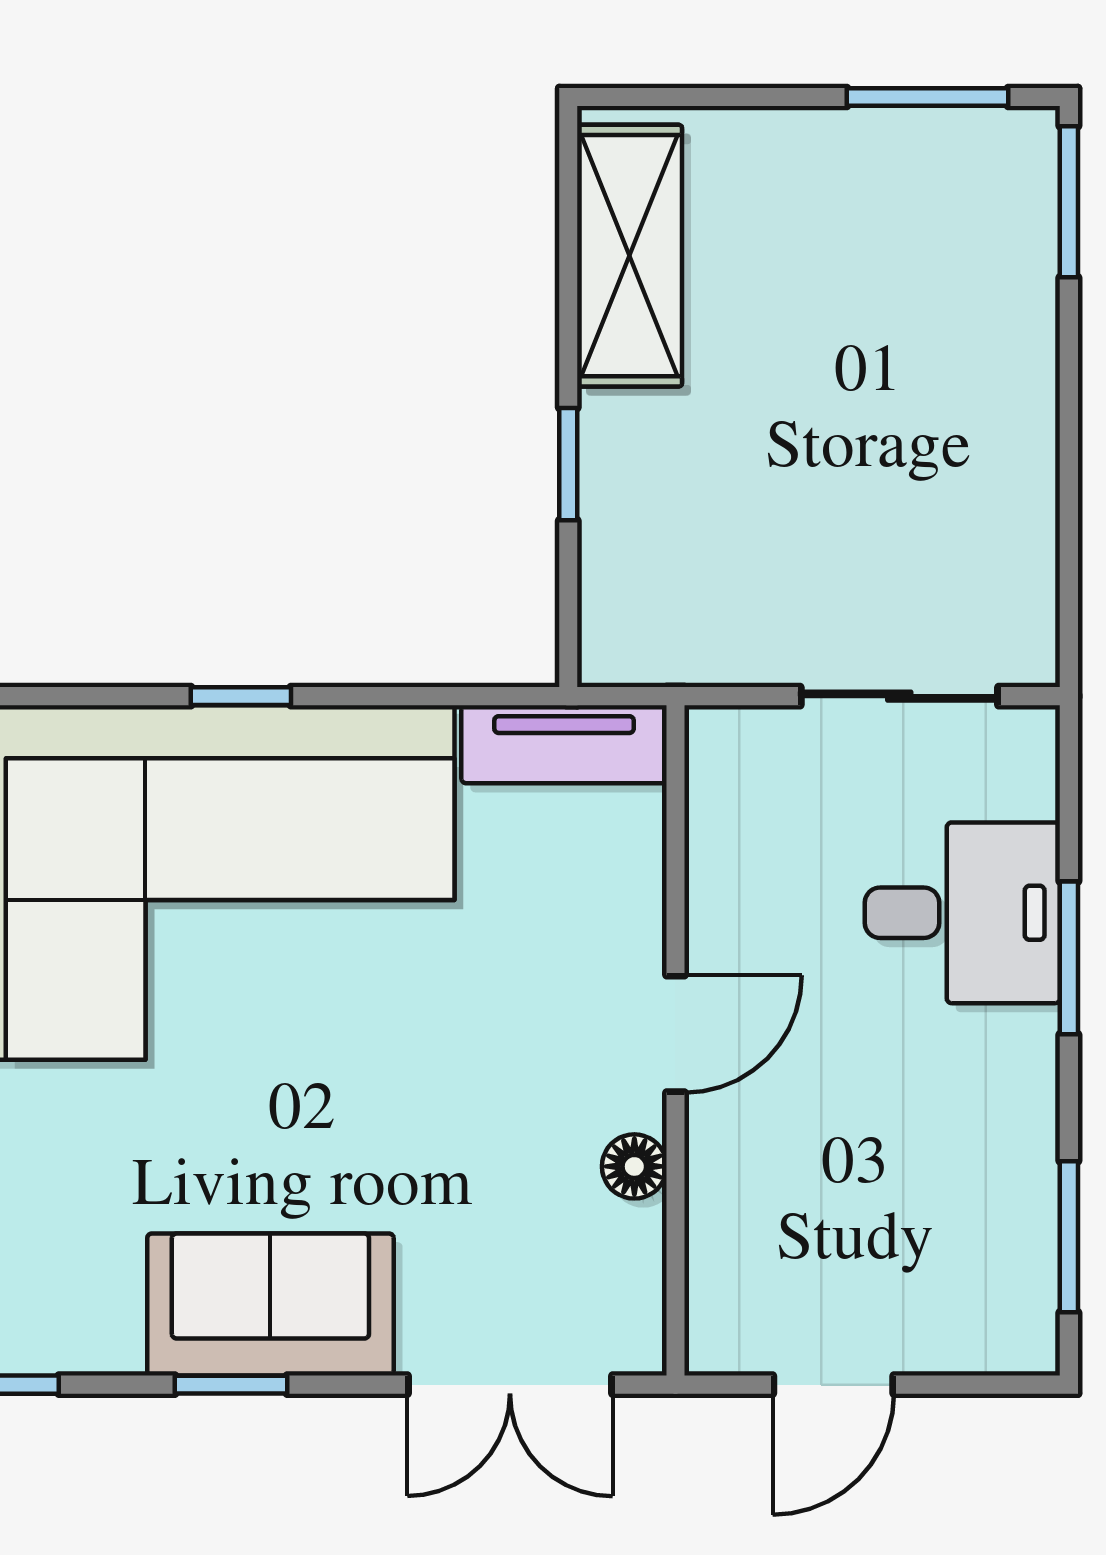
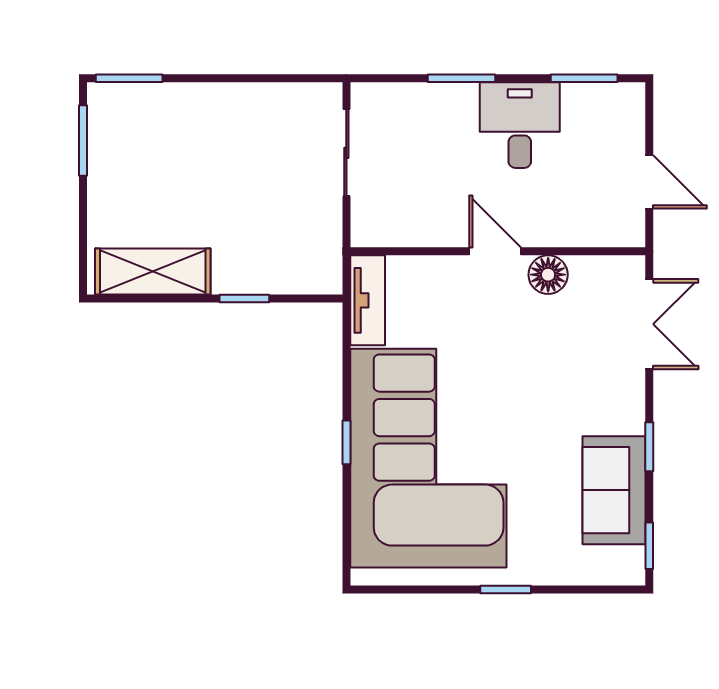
desk: (962, 913) -> (520, 125), moved
floor lamp: (634, 1166) -> (548, 275), width x1.37, depth x1.37
sofa: (270, 1304) -> (614, 490), moved

